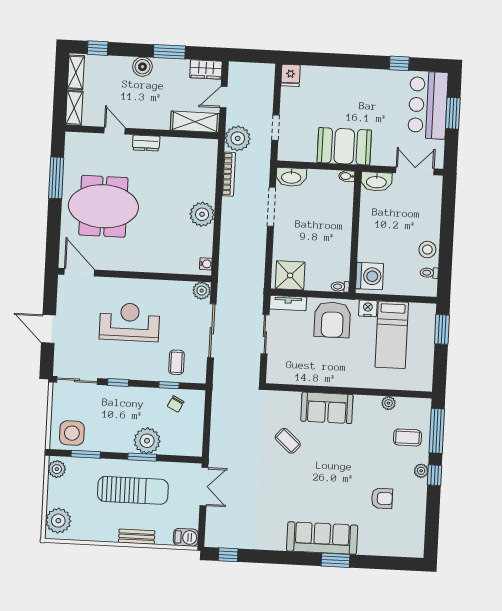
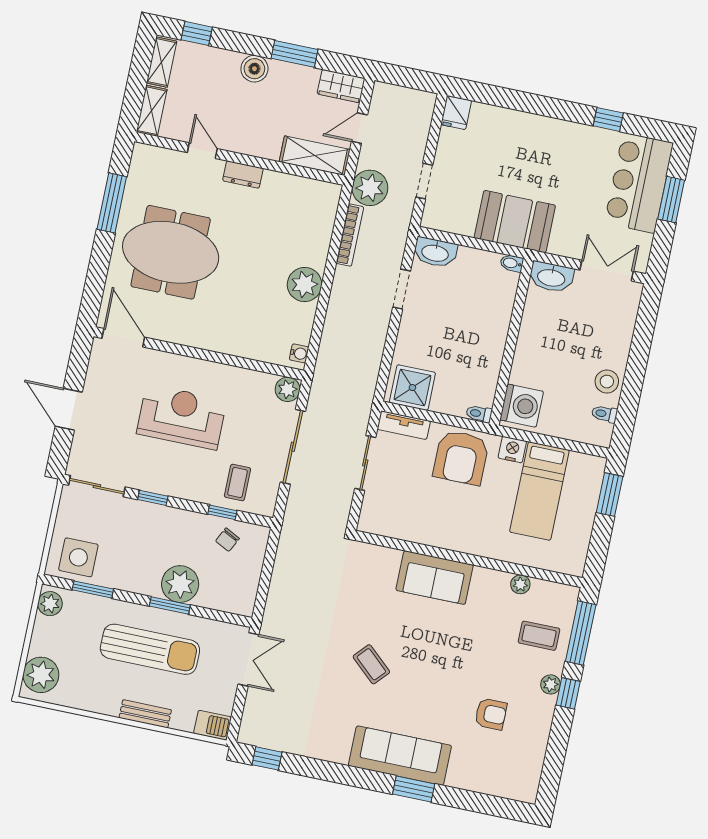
doorway: (271, 207) -> (402, 289), width x0.73
coffee table: (288, 441) -> (371, 664), moved

